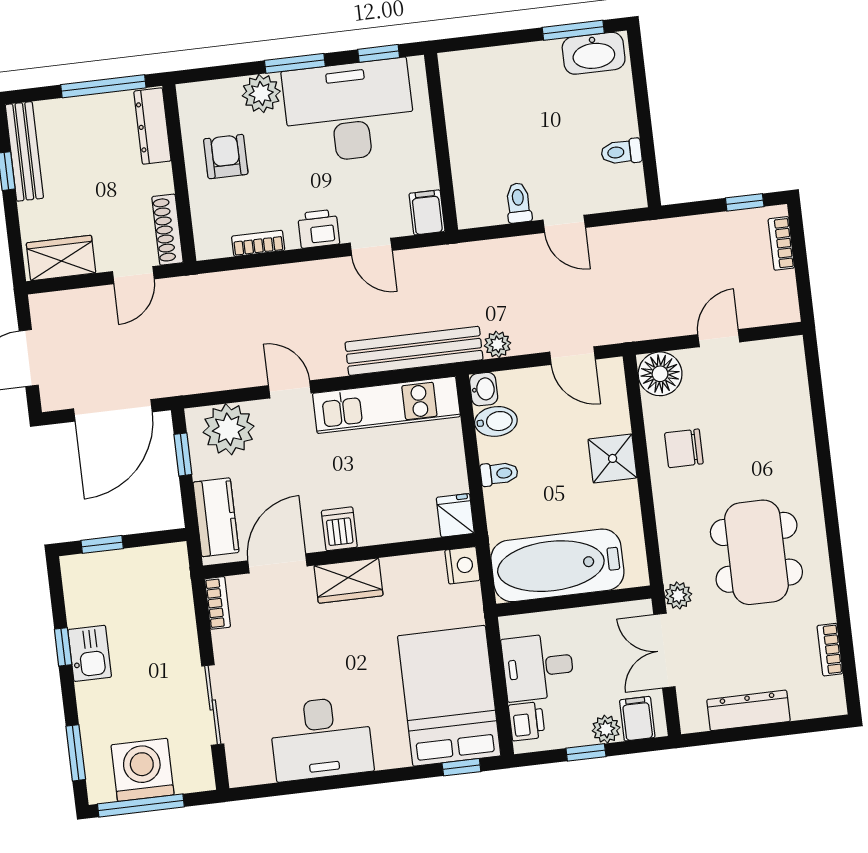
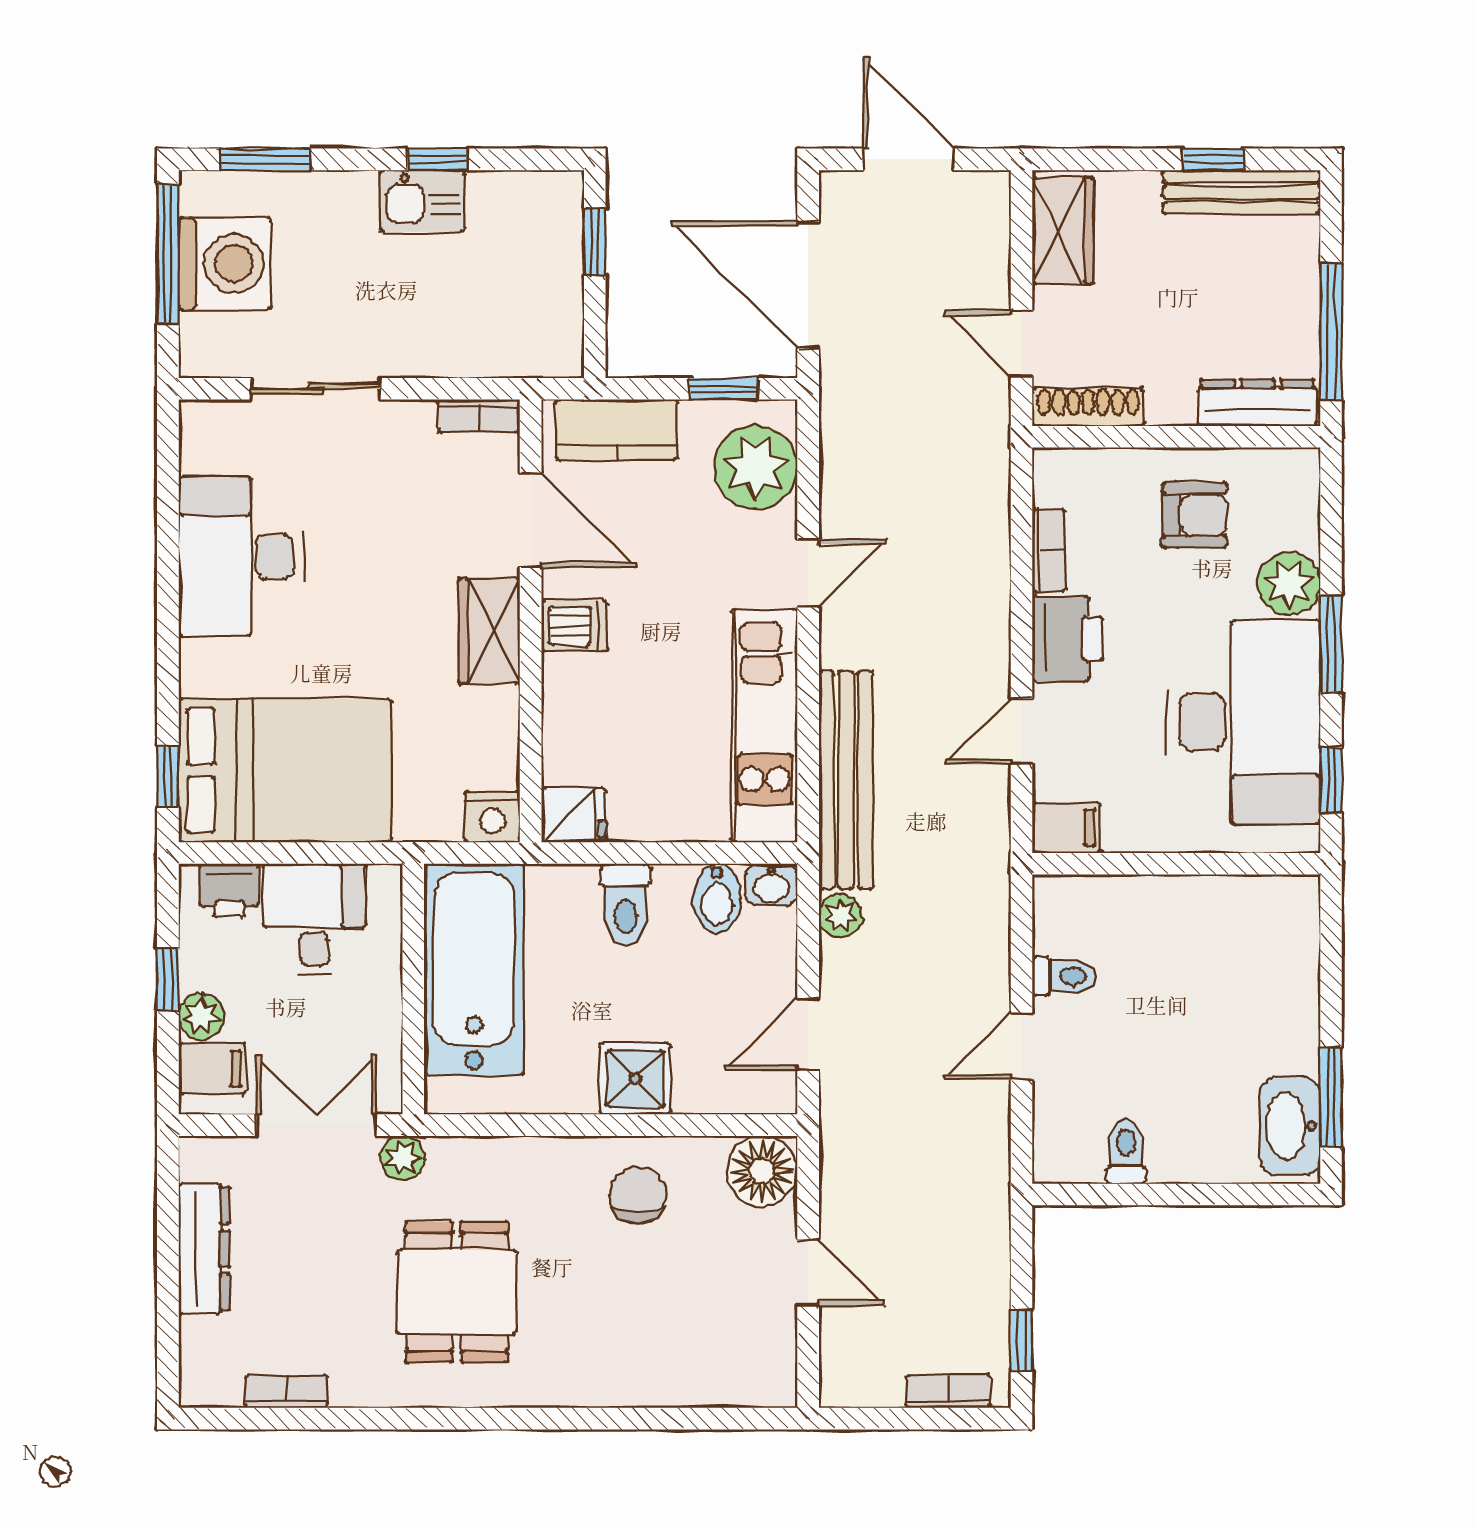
printer: (319, 229) -> (1068, 639), width x1.36, depth x1.24
toilet: (499, 474) -> (626, 905), width x1.37, depth x1.39
dining table: (756, 552) -> (457, 1292), width x0.73

